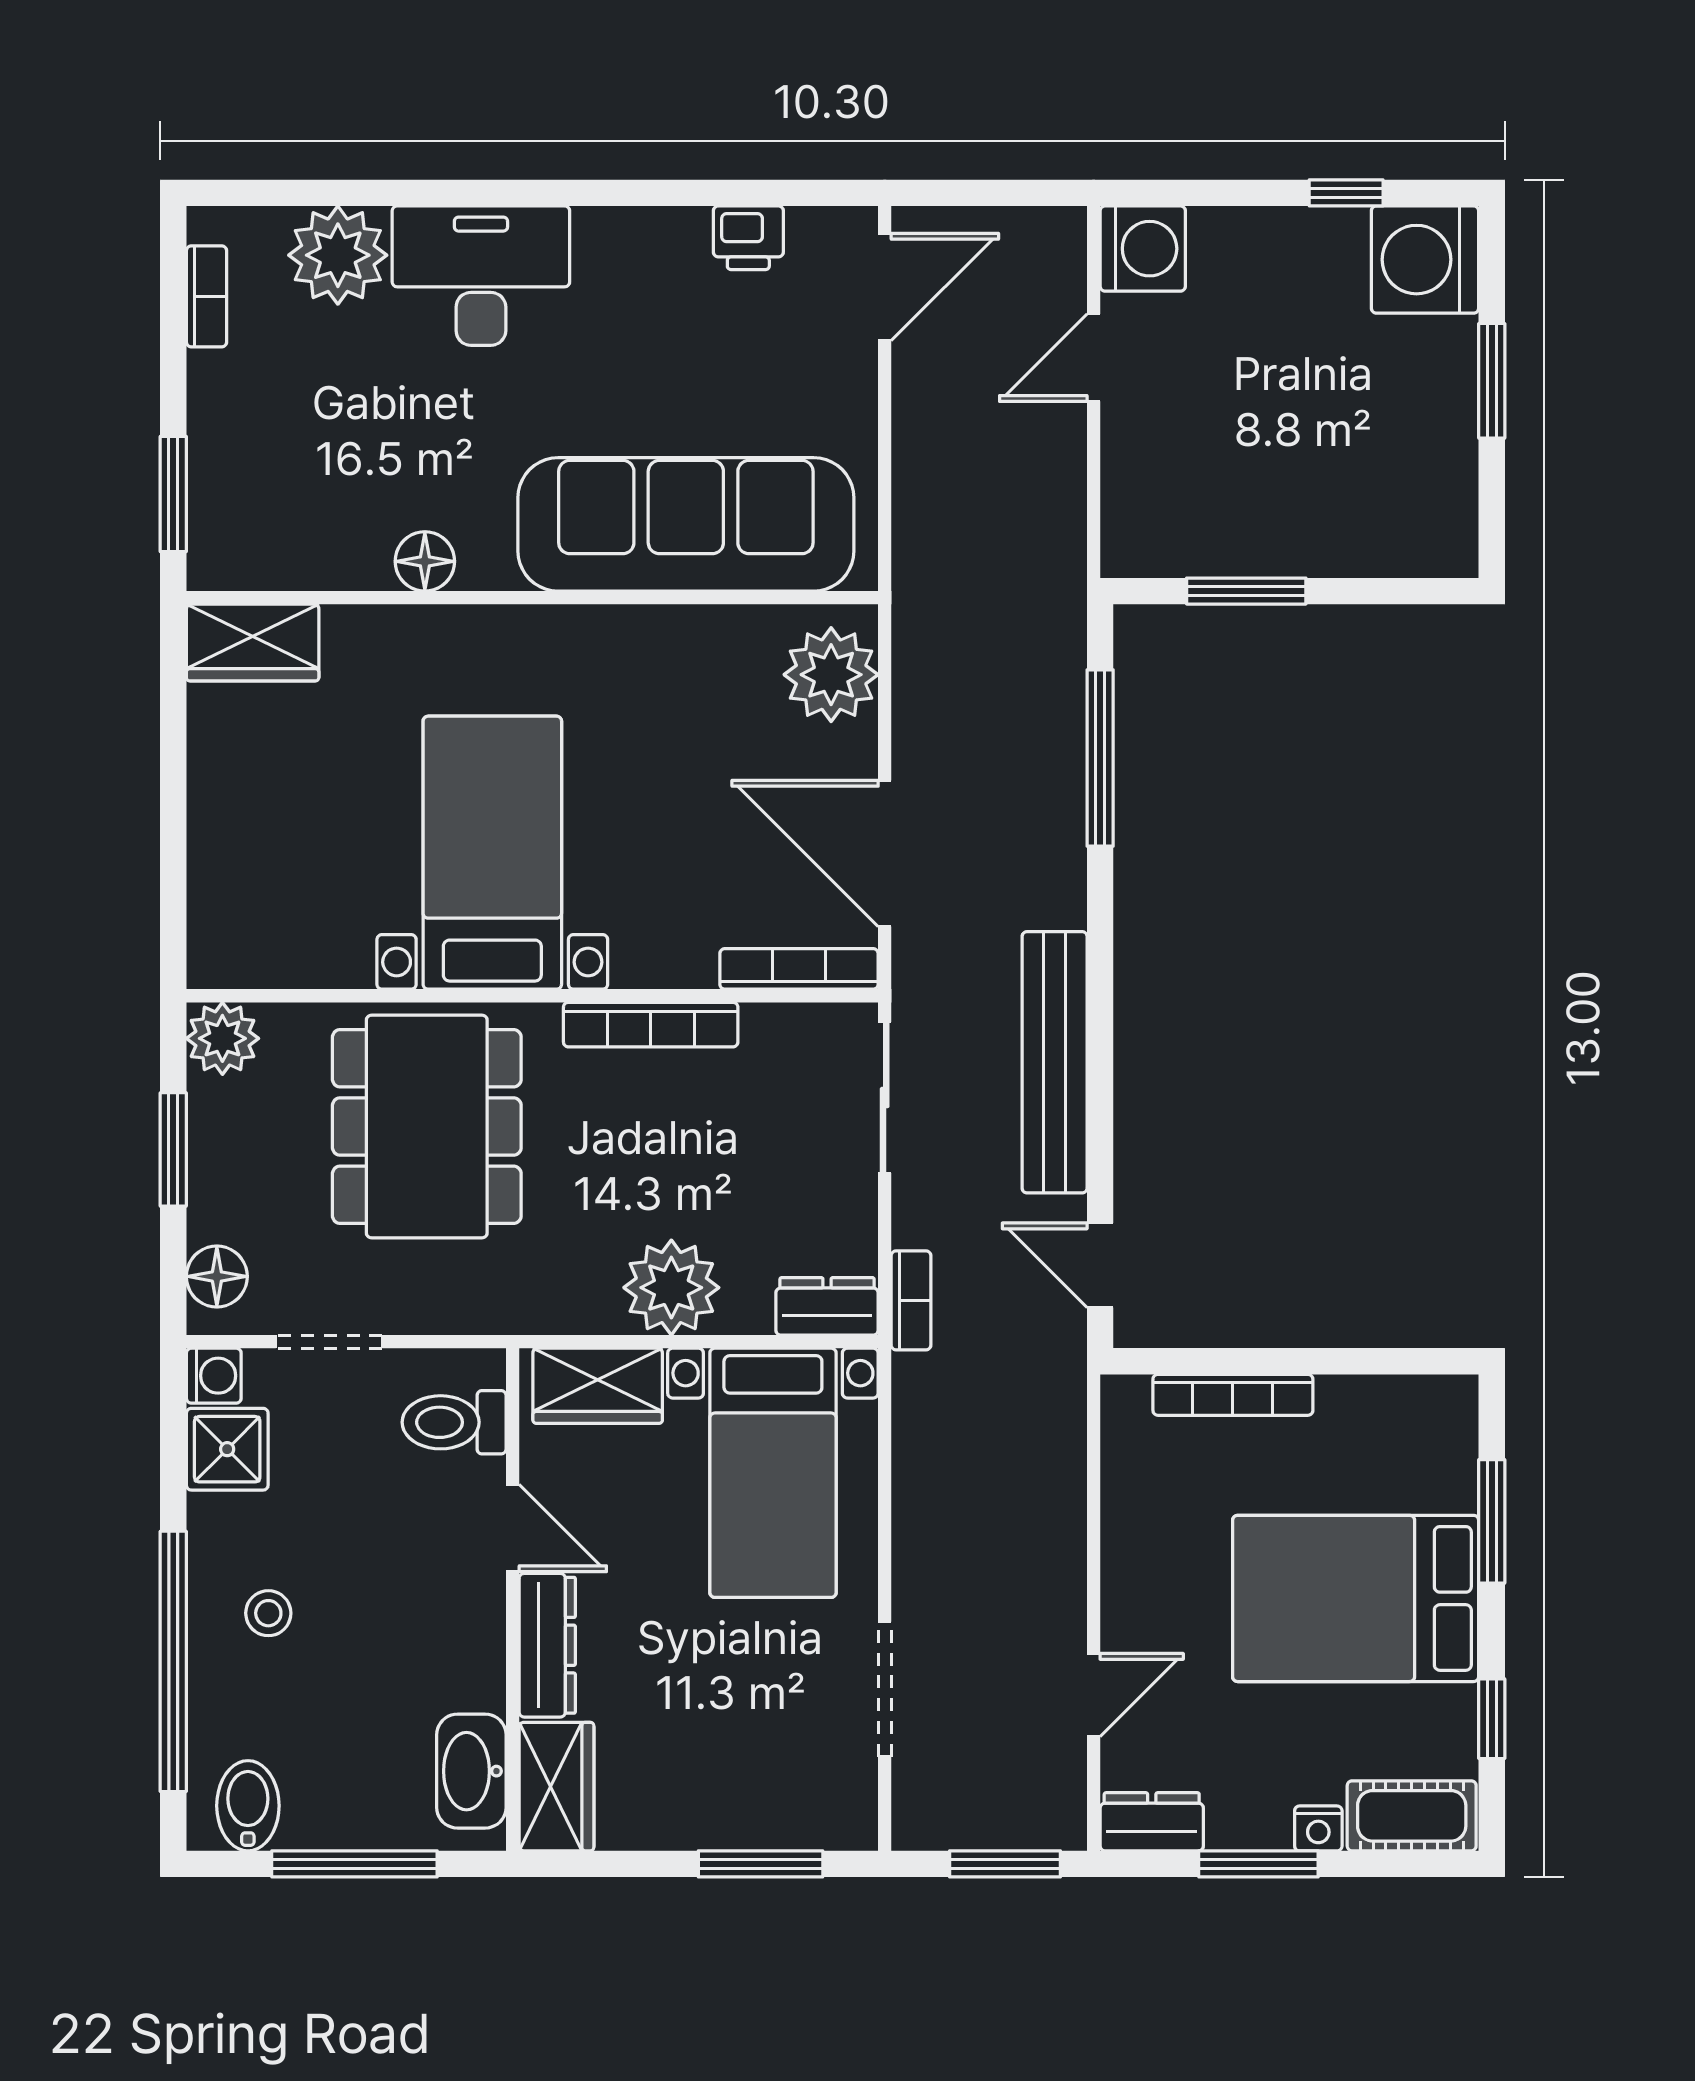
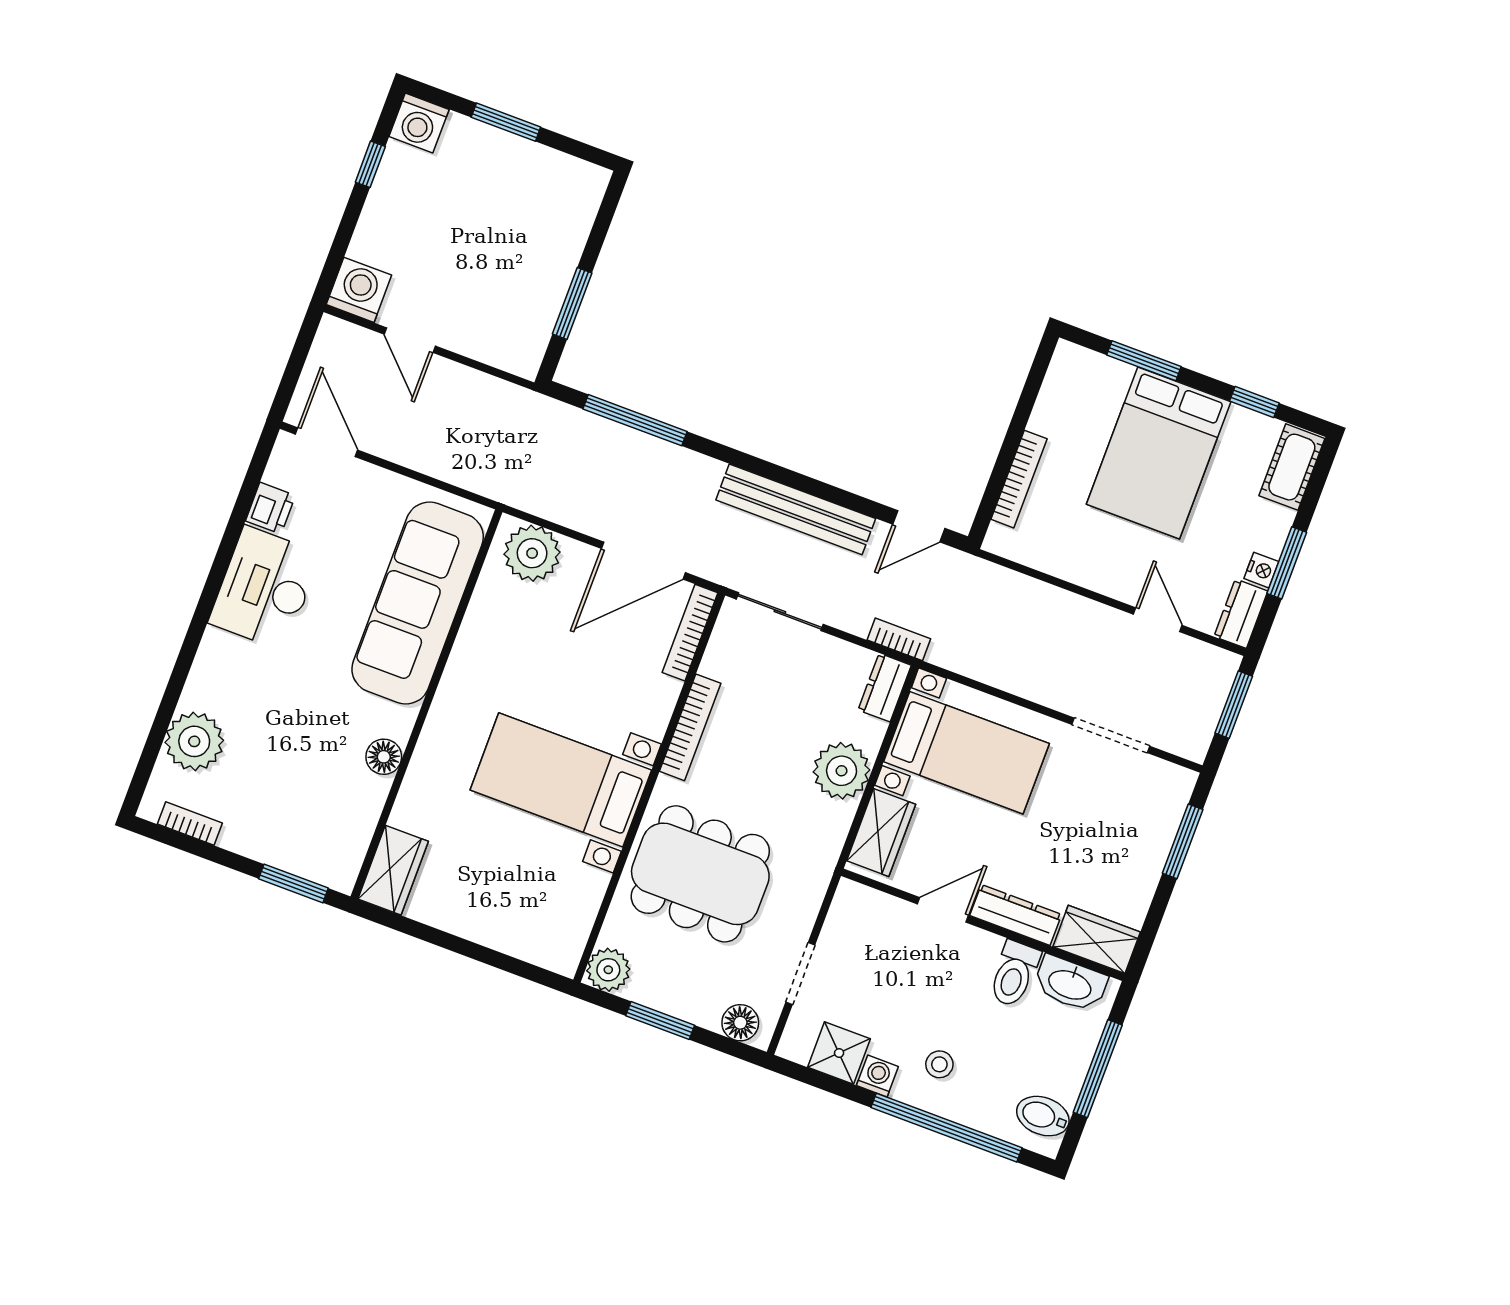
washing machine: (1425, 260) -> (419, 123), width x0.73, depth x0.73
desk: (481, 276) -> (265, 588), moved
washing machine: (214, 1376) -> (877, 1076), moved
toilet: (454, 1422) -> (1014, 974), moved
nightstand: (1318, 1828) -> (1261, 570), moved

